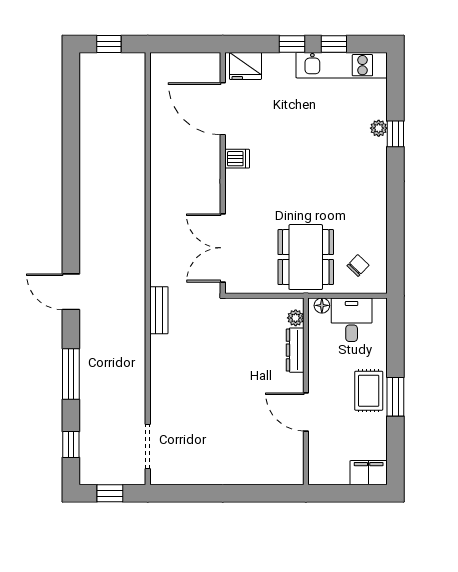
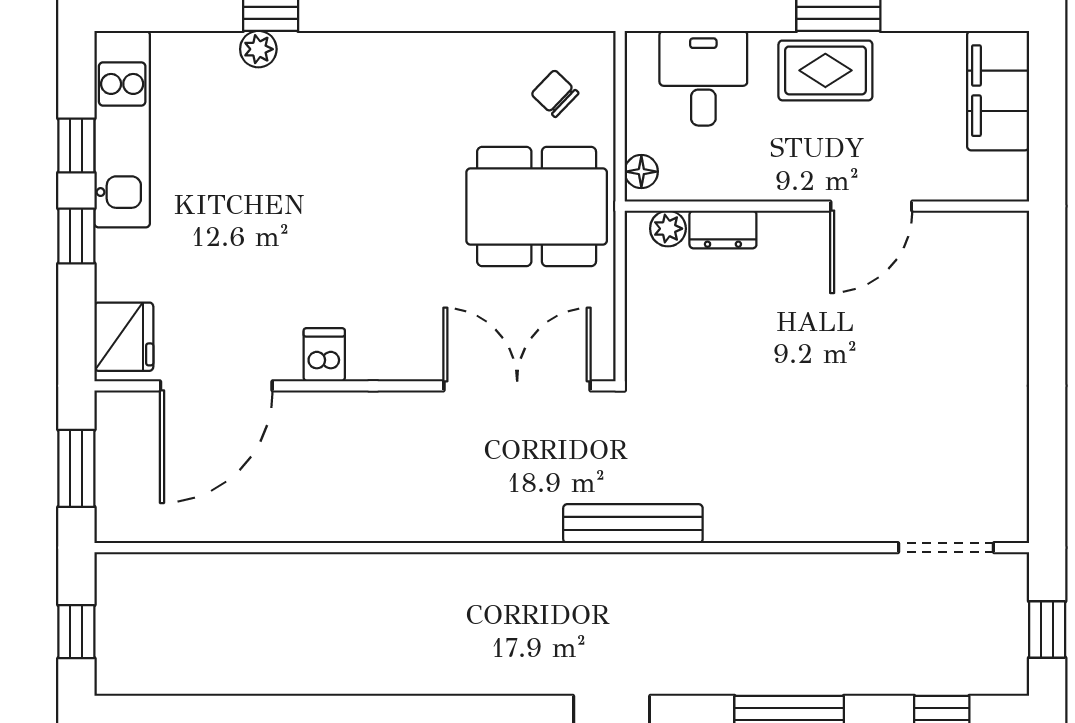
window: (184, 44) -> (76, 468), added
double door: (223, 248) -> (517, 386), swing flipped
bench: (159, 310) -> (633, 524), width x1.36
desk: (352, 320) -> (703, 78), moved, turned 90
dresser: (295, 350) -> (723, 229), width x0.70
filing cabinet: (369, 473) -> (998, 91), width x1.50, depth x1.17

